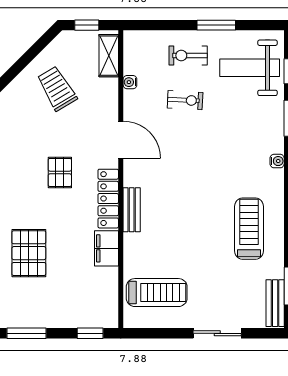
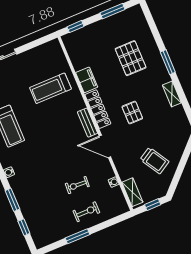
weight bench: (250, 68) -> (48, 220), removed
bench: (132, 210) -> (88, 123), moved
treadmill: (157, 293) -> (50, 88), moved

